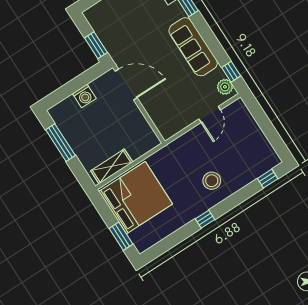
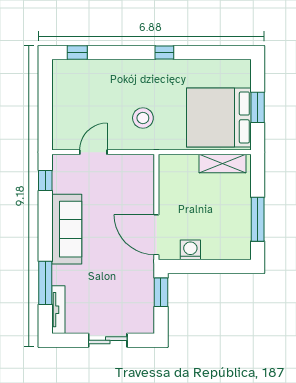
plant: (225, 87) -> (61, 170), removed
washing machine: (84, 96) -> (190, 250), moved
stool: (212, 181) -> (143, 118), moved
window: (121, 236) -> (258, 107), moved

